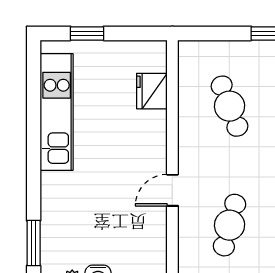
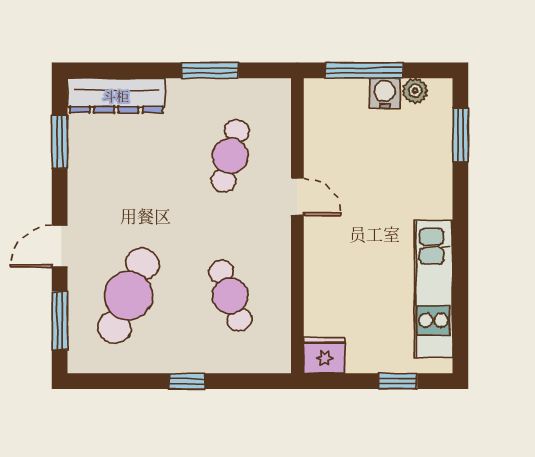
fridge: (152, 91) -> (324, 355), moved, turned -90
door: (172, 190) -> (297, 197), hinge flipped

